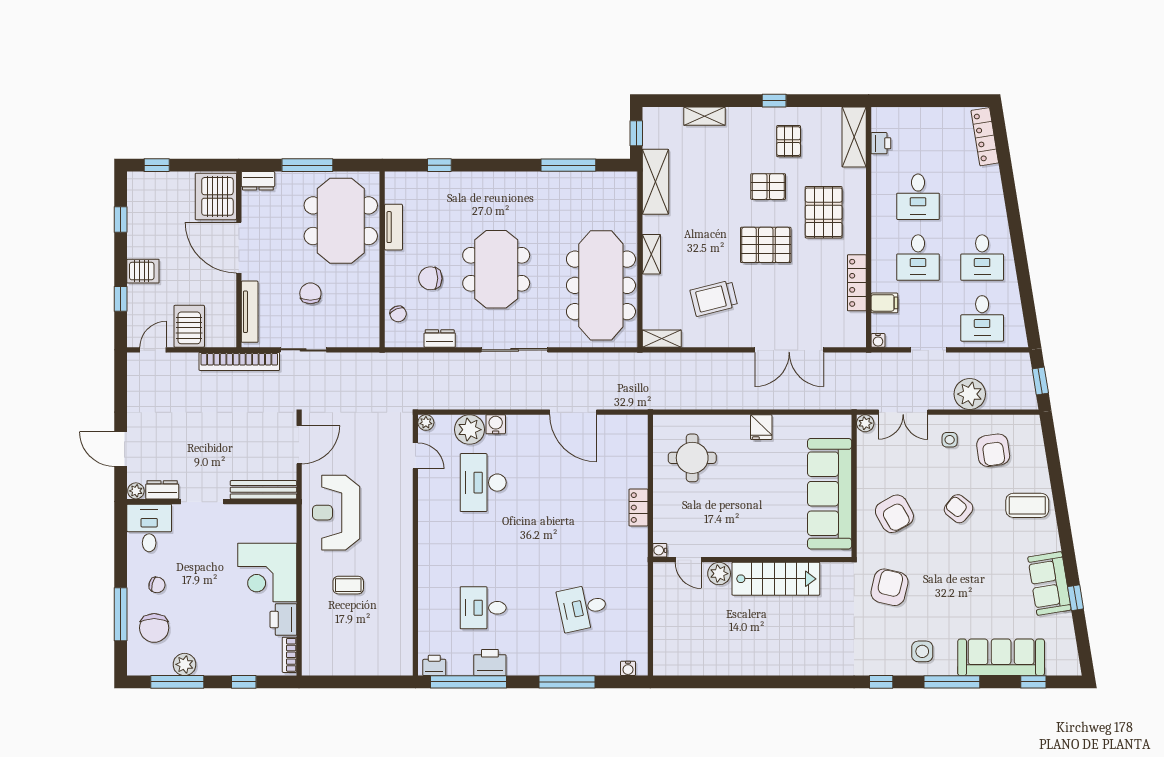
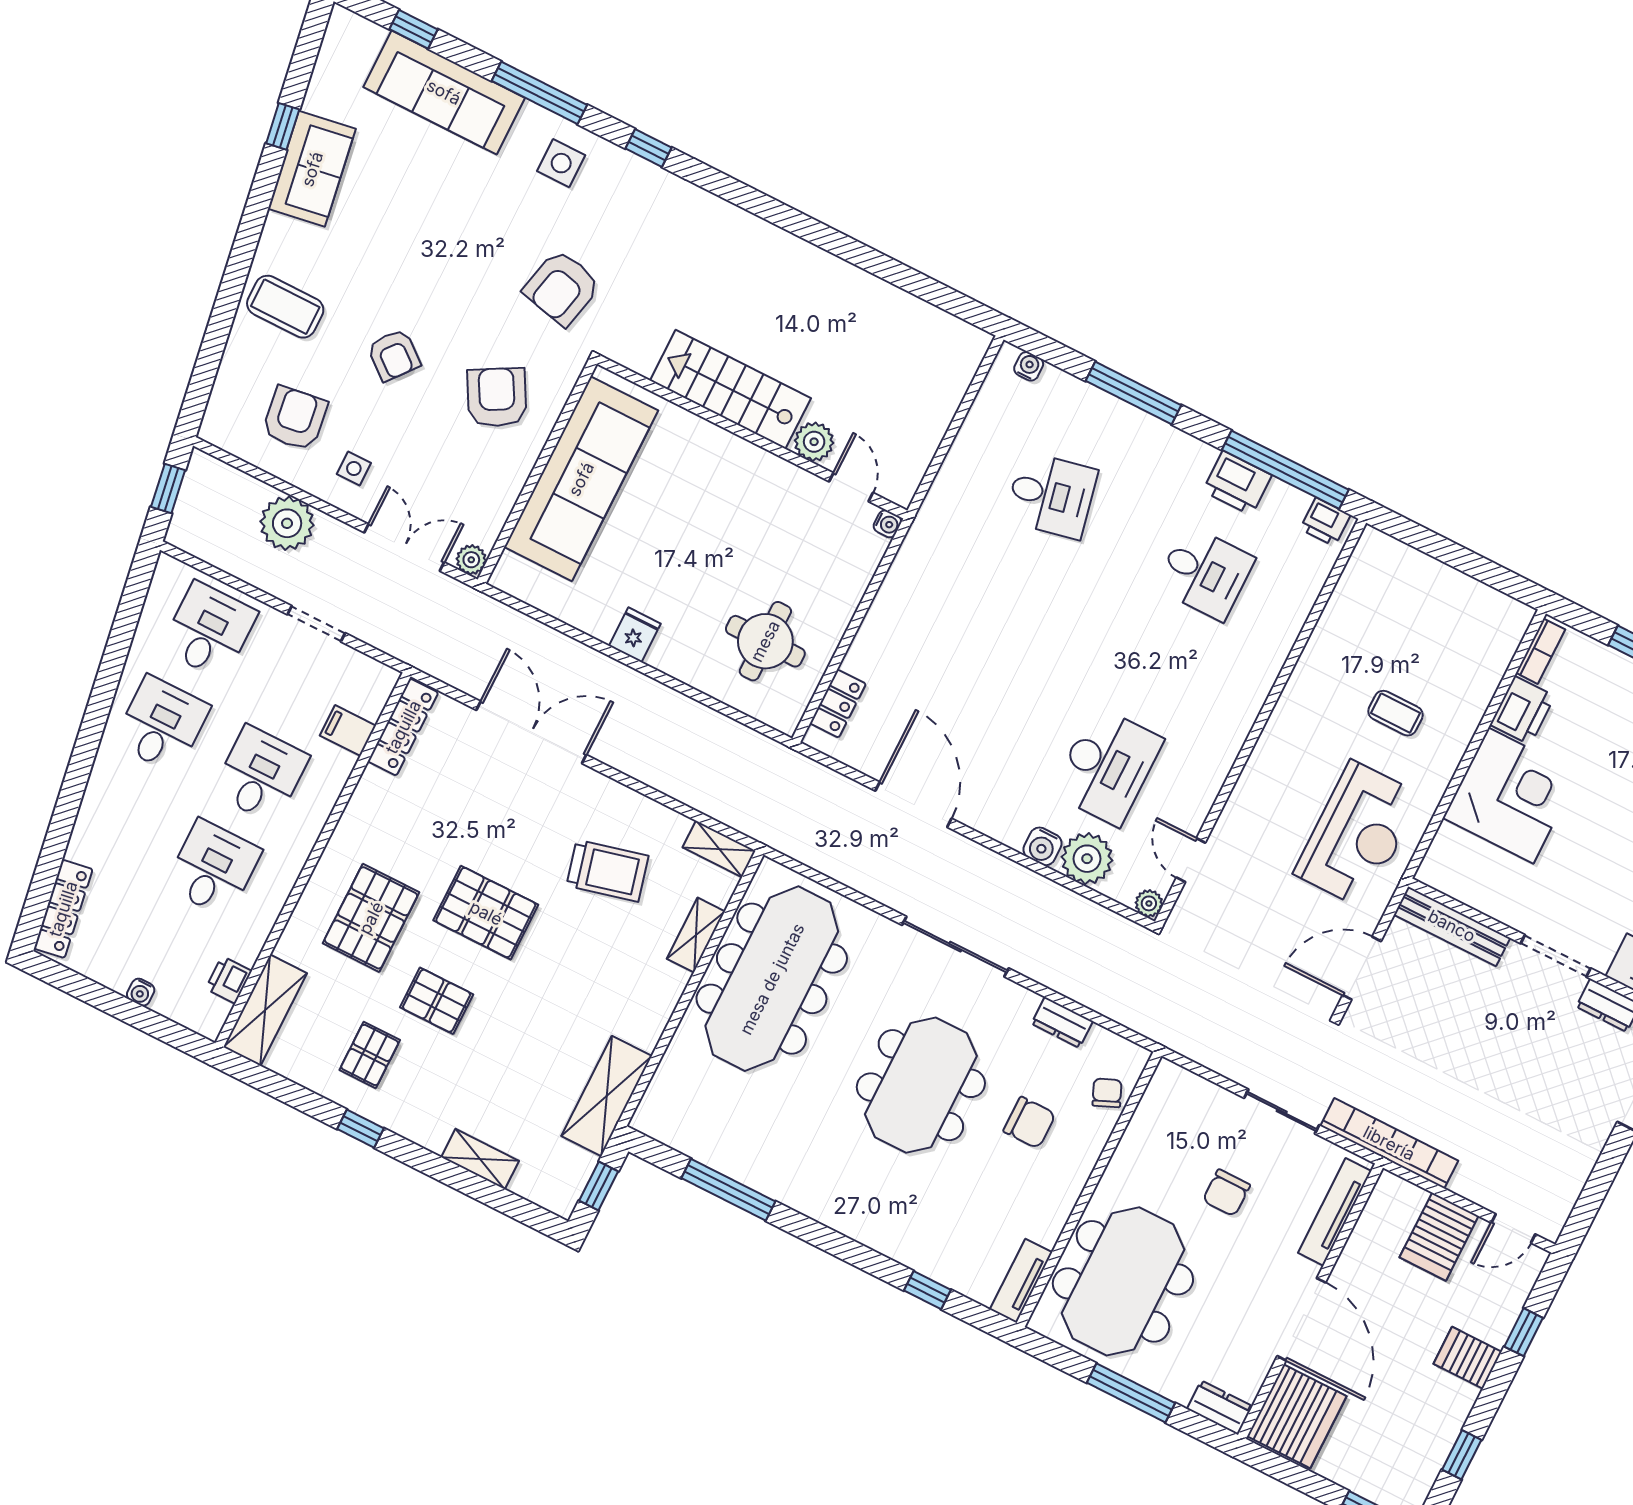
tv unit: (393, 227) -> (1021, 1281), moved
shelving: (651, 254) -> (696, 935), moved
locker: (857, 283) -> (403, 727), moved
water cooler: (878, 340) -> (141, 992), moved, turned 180
locker: (638, 508) -> (838, 704), moved

